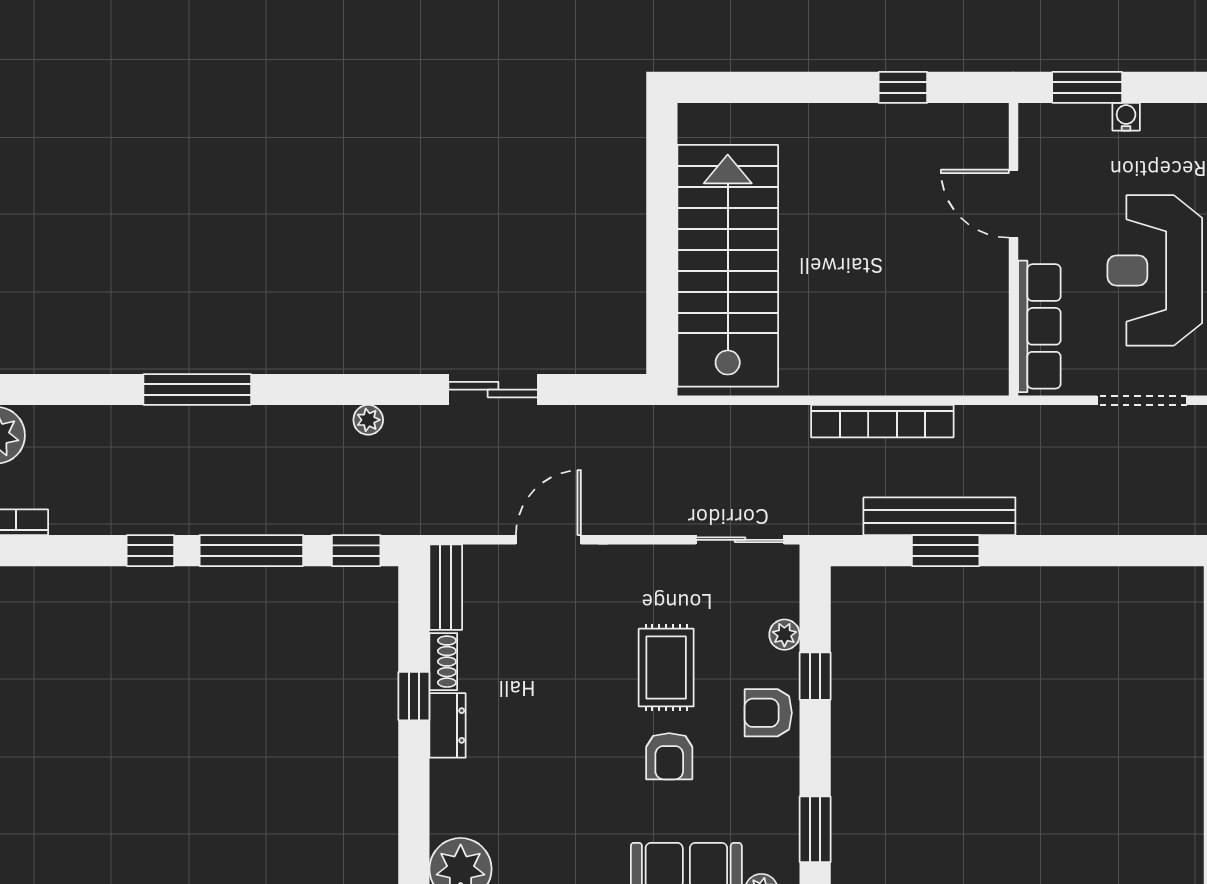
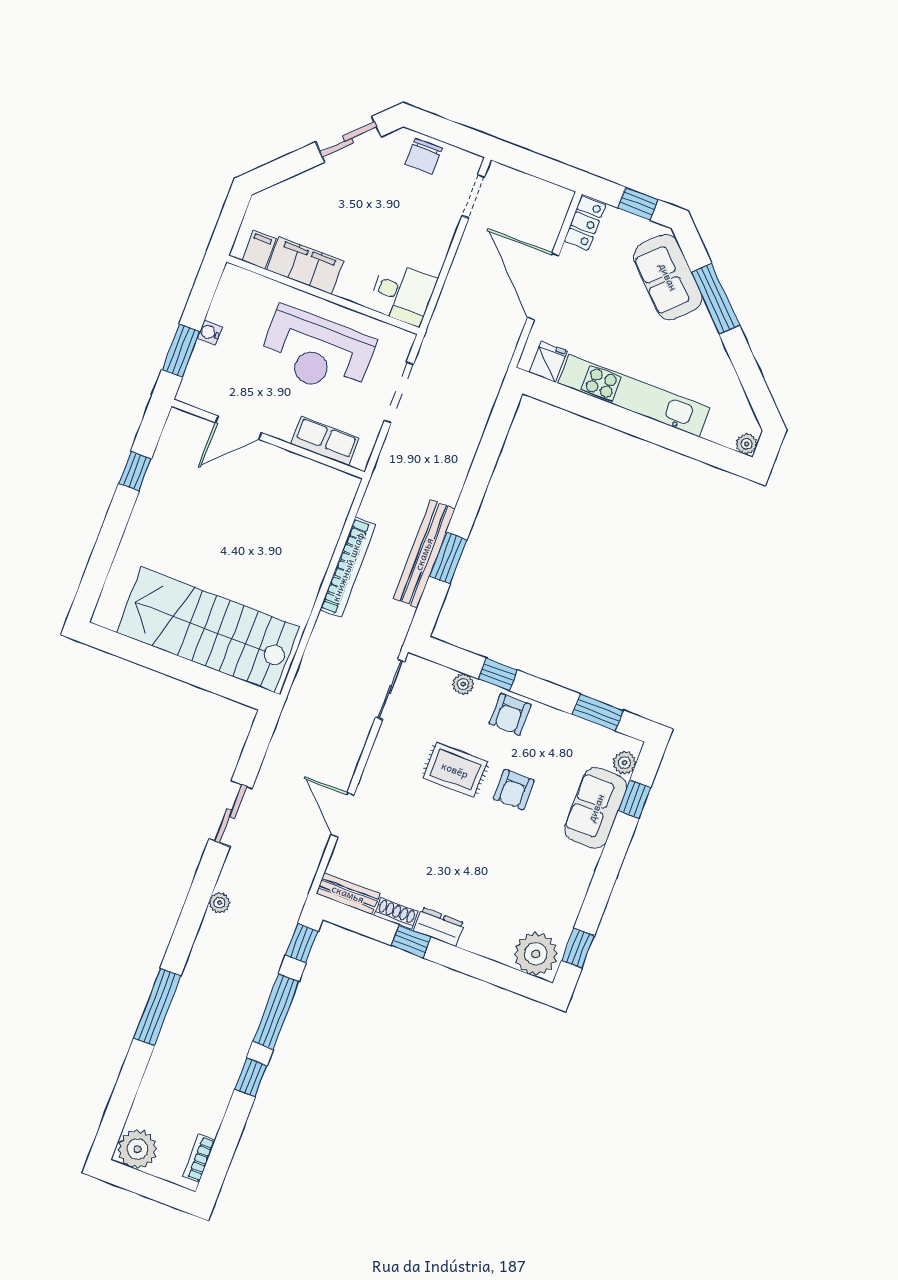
row of seats: (1039, 326) -> (325, 441), width x0.68
armchair: (669, 756) -> (514, 790), turned 90

